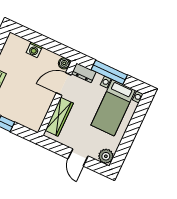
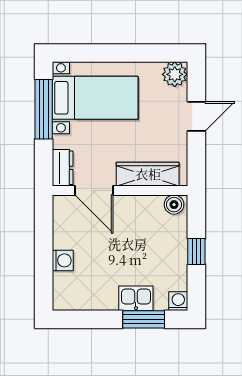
boiler: (64, 63) -> (174, 205), moved
window: (109, 72) -> (44, 109), moved

